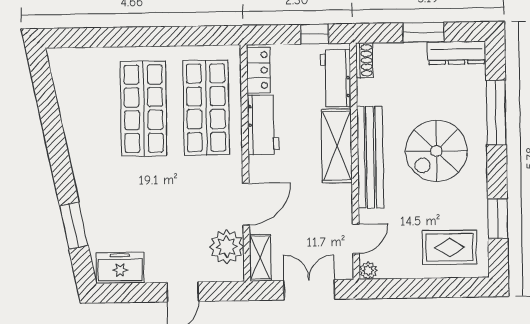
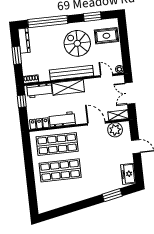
window: (496, 113) -> (48, 22), width x1.46
spiral stairs: (436, 151) -> (77, 43), moved, turned 180
rug: (450, 247) -> (106, 36), turned 90

